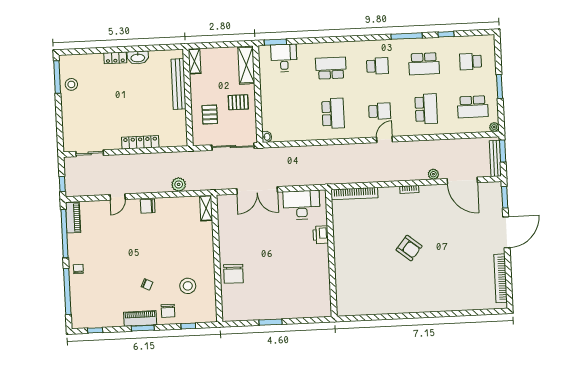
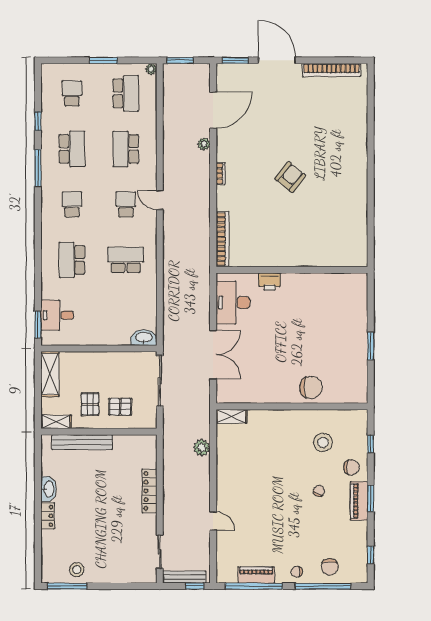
school desk: (471, 62) -> (72, 93), turned 180
shelving: (246, 65) -> (50, 374), moved, turned 90
pallet: (238, 102) -> (90, 404), moved
school desk: (426, 109) -> (126, 149), turned -90
washbasin: (267, 137) -> (144, 338), width x1.91, depth x1.45
bench: (495, 159) -> (184, 577), moved
chair: (148, 206) -> (330, 567), moved
piano: (73, 218) -> (256, 575), moved

